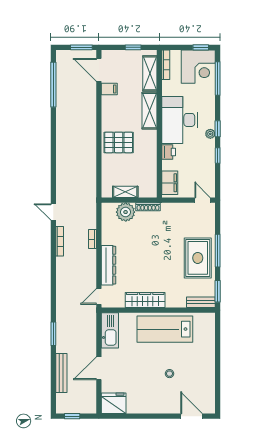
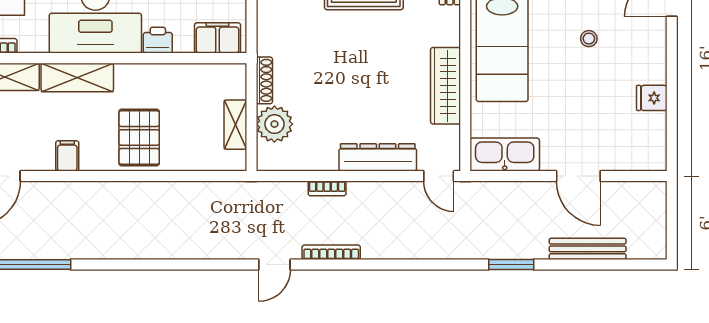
filing cabinet: (109, 89) -> (67, 156), moved
fridge: (114, 403) -> (652, 98), moved, width x0.53, depth x0.75
window: (72, 416) -> (672, 228), removed

